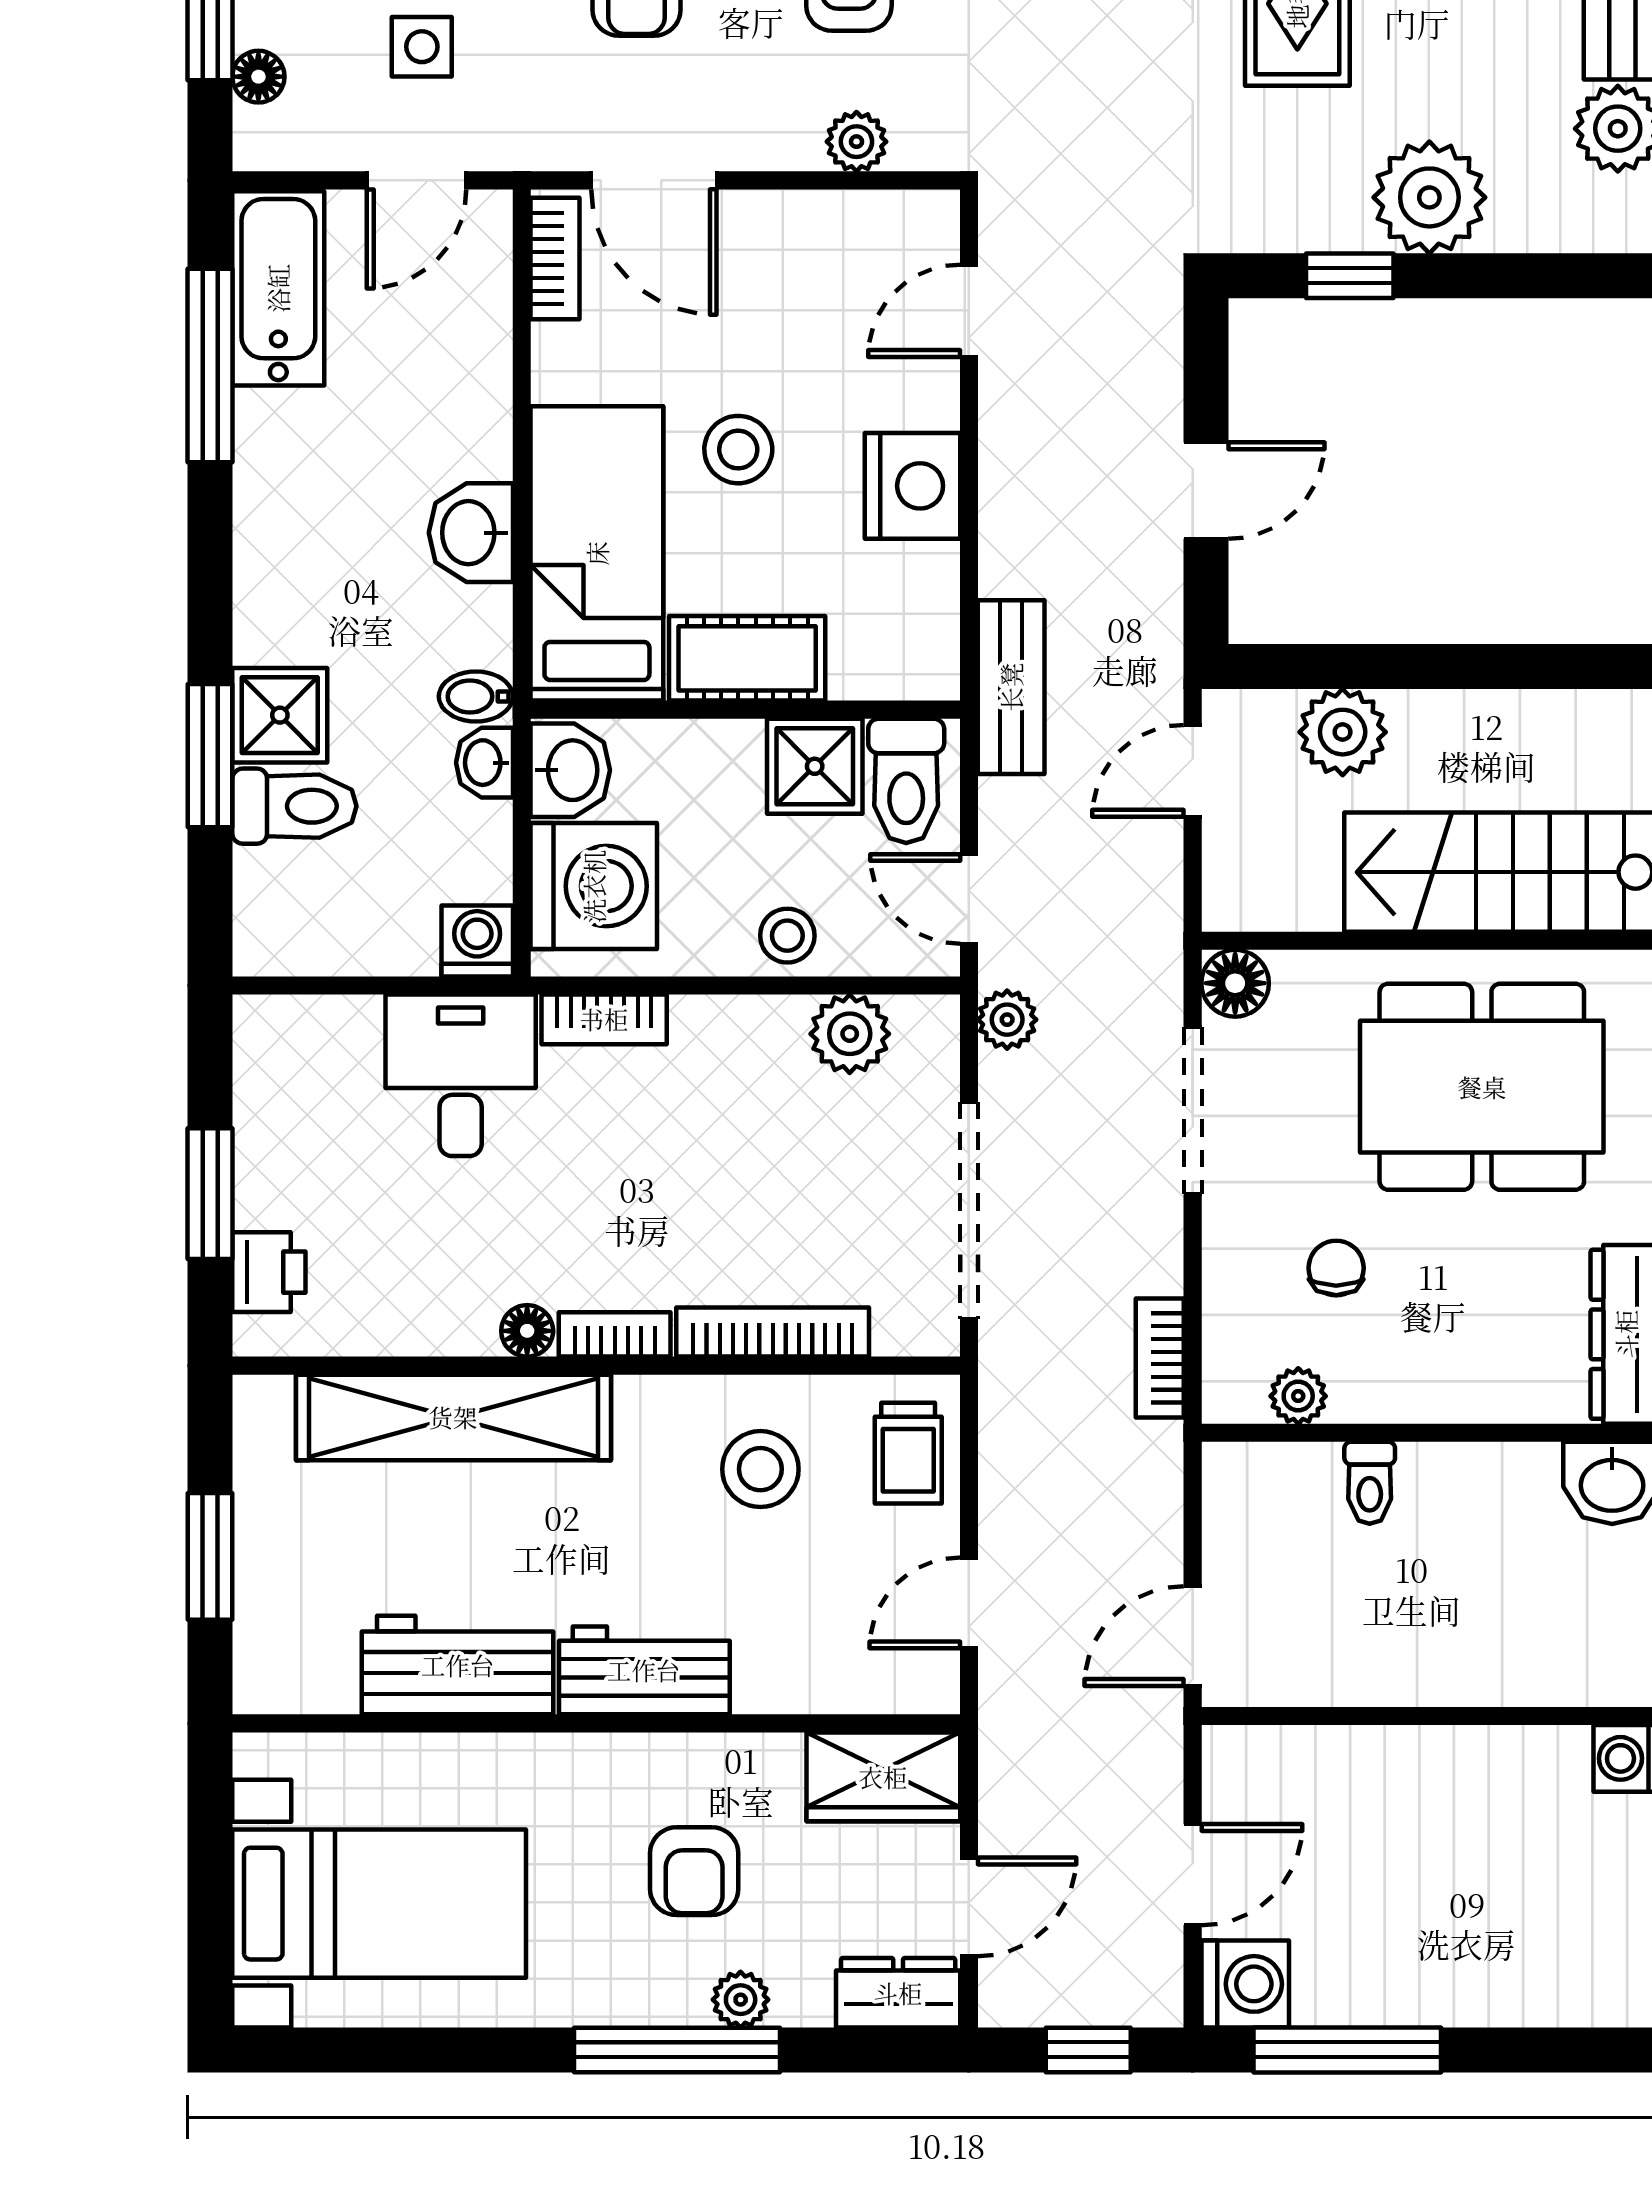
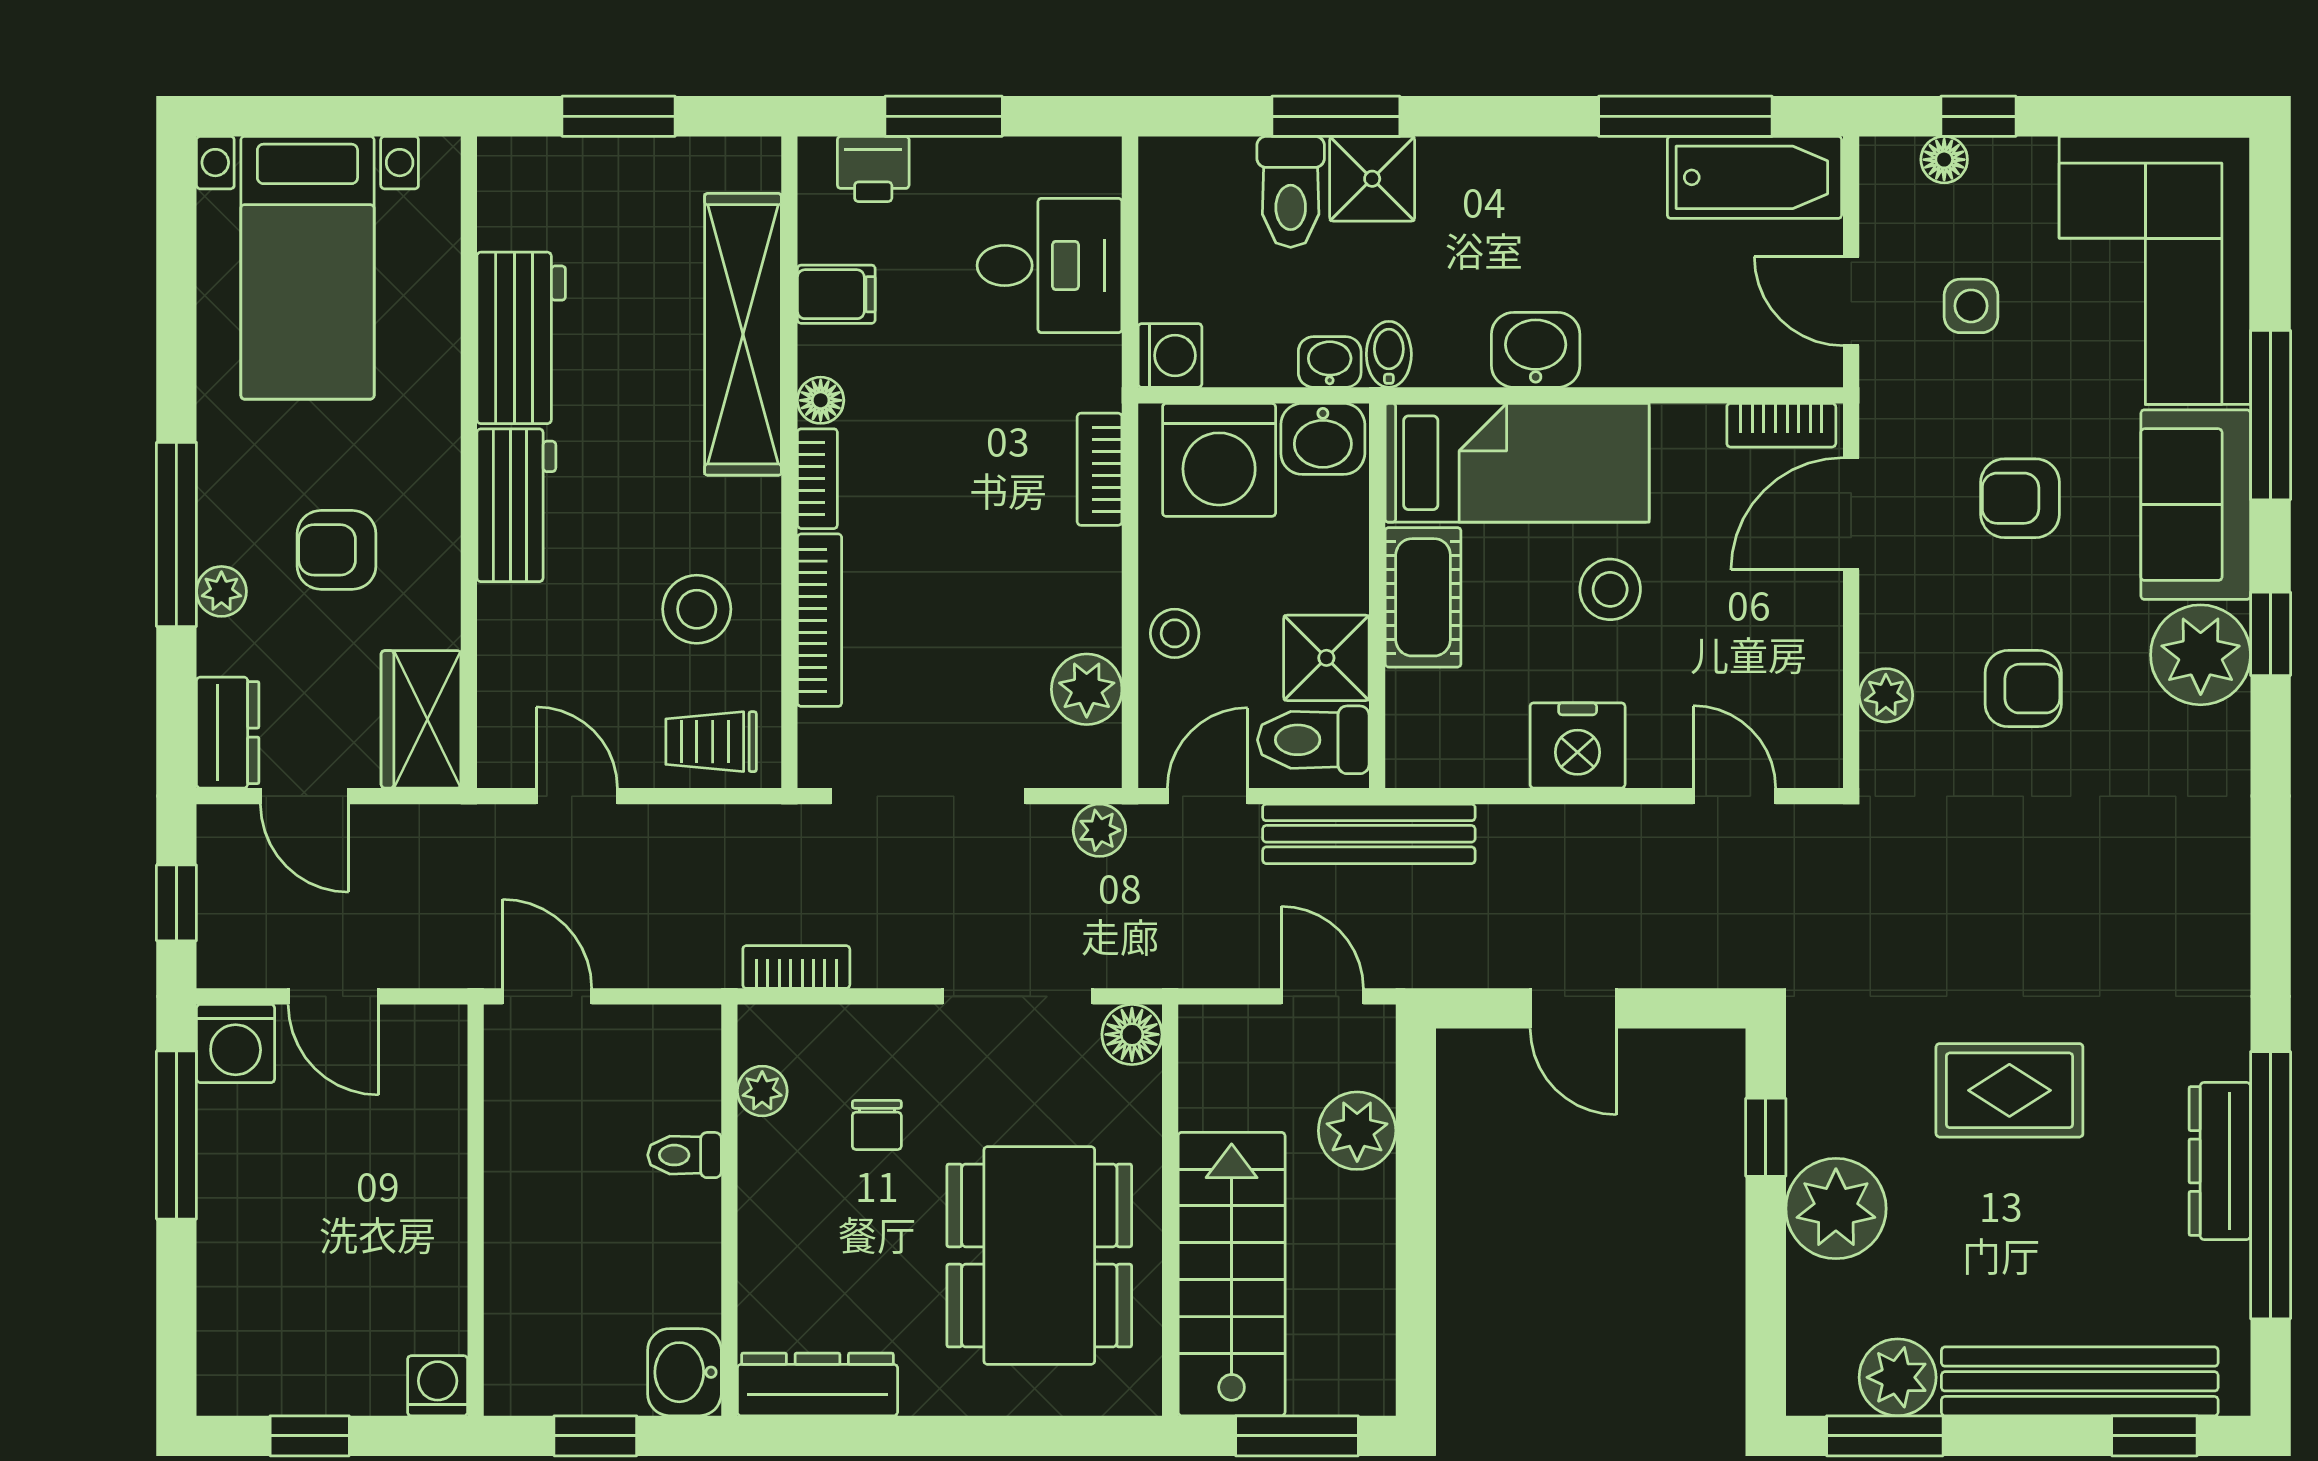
bench: (1011, 687) -> (1369, 834), width x1.36
desk: (461, 1075) -> (1050, 265), moved
chair: (1336, 1268) -> (877, 1125), turned 90
filing cabinet: (409, 1313) -> (836, 294), added

